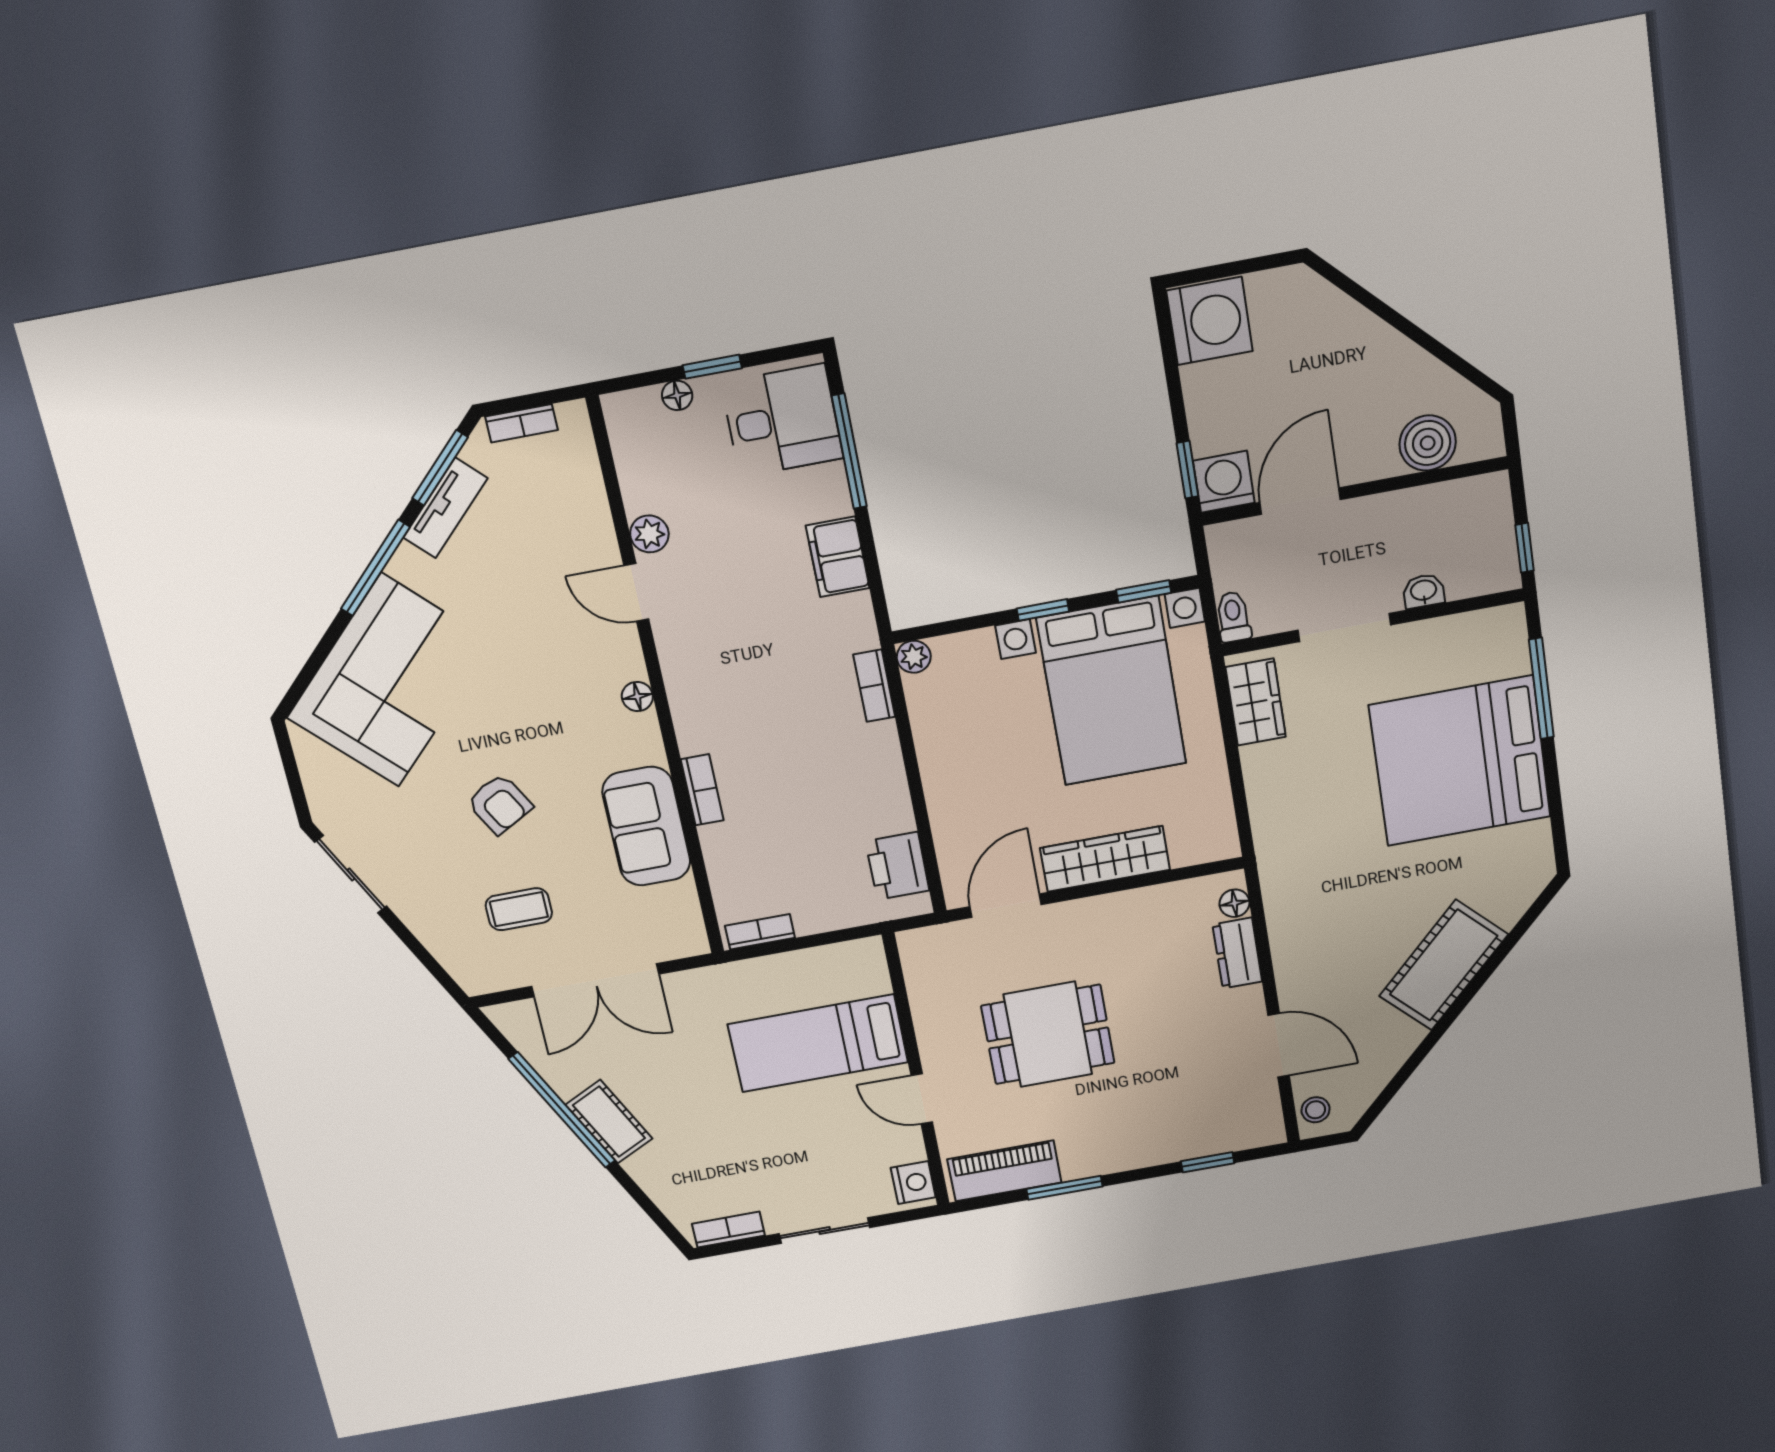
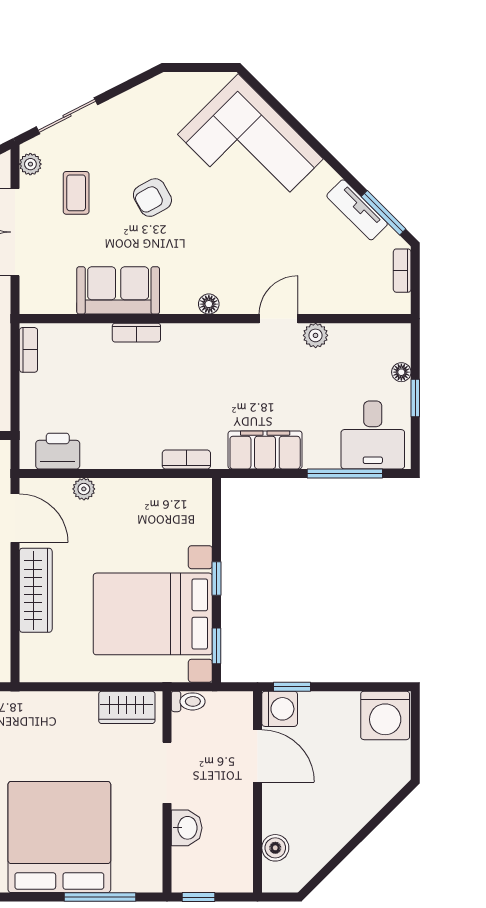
boiler: (1428, 443) -> (275, 848), width x0.73, depth x0.73
filing cabinet: (838, 557) -> (265, 450), width x1.50, depth x1.17
window: (375, 568) -> (327, 156), removed
washbasin: (1424, 591) -> (187, 828), width x1.38, depth x1.45
plant: (914, 657) -> (84, 489), moved
sliding door: (351, 874) -> (67, 116), moved
plant: (493, 978) -> (30, 164), added

